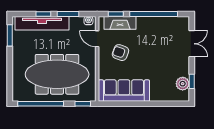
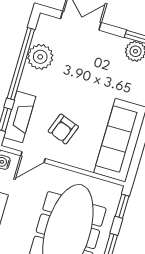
plant: (162, 25) -> (40, 57), added

